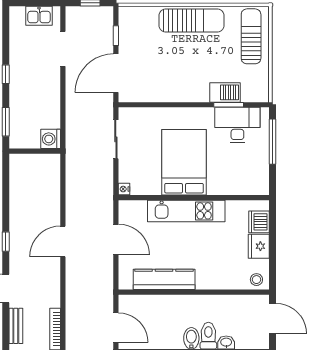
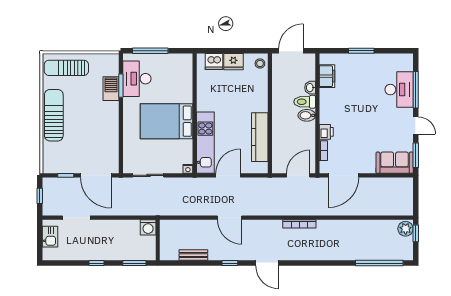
kitchen unit: (186, 211) -> (205, 143), moved
bench: (16, 326) -> (193, 255), moved

